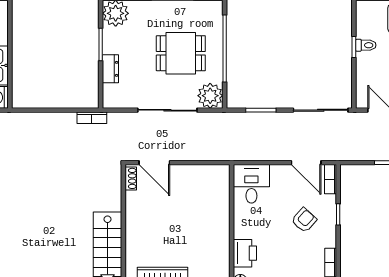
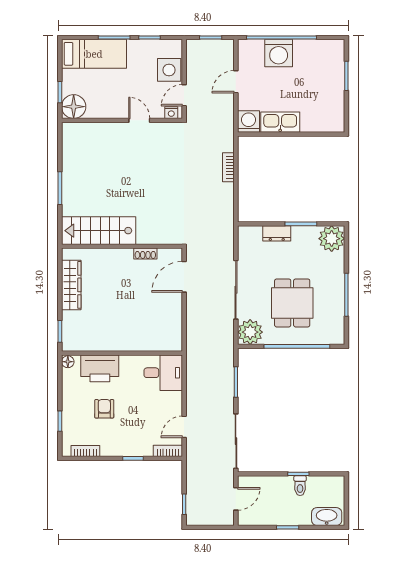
bookcase: (92, 118) -> (228, 167), moved
door: (306, 163) -> (184, 427), width x0.73
shoe rack: (131, 178) -> (145, 254), moved
armchair: (304, 220) -> (104, 409), moved, turned -132
printer: (245, 253) -> (100, 368), width x1.37, depth x1.19

